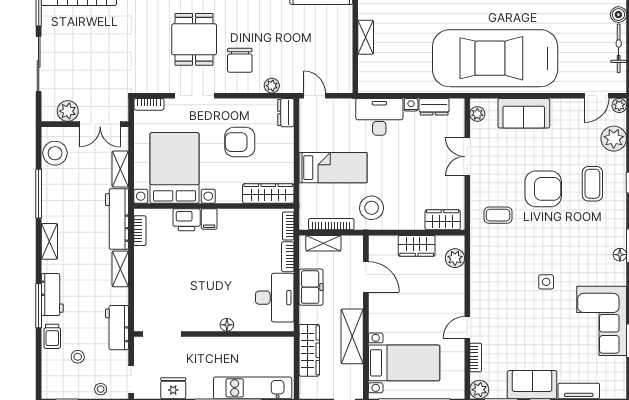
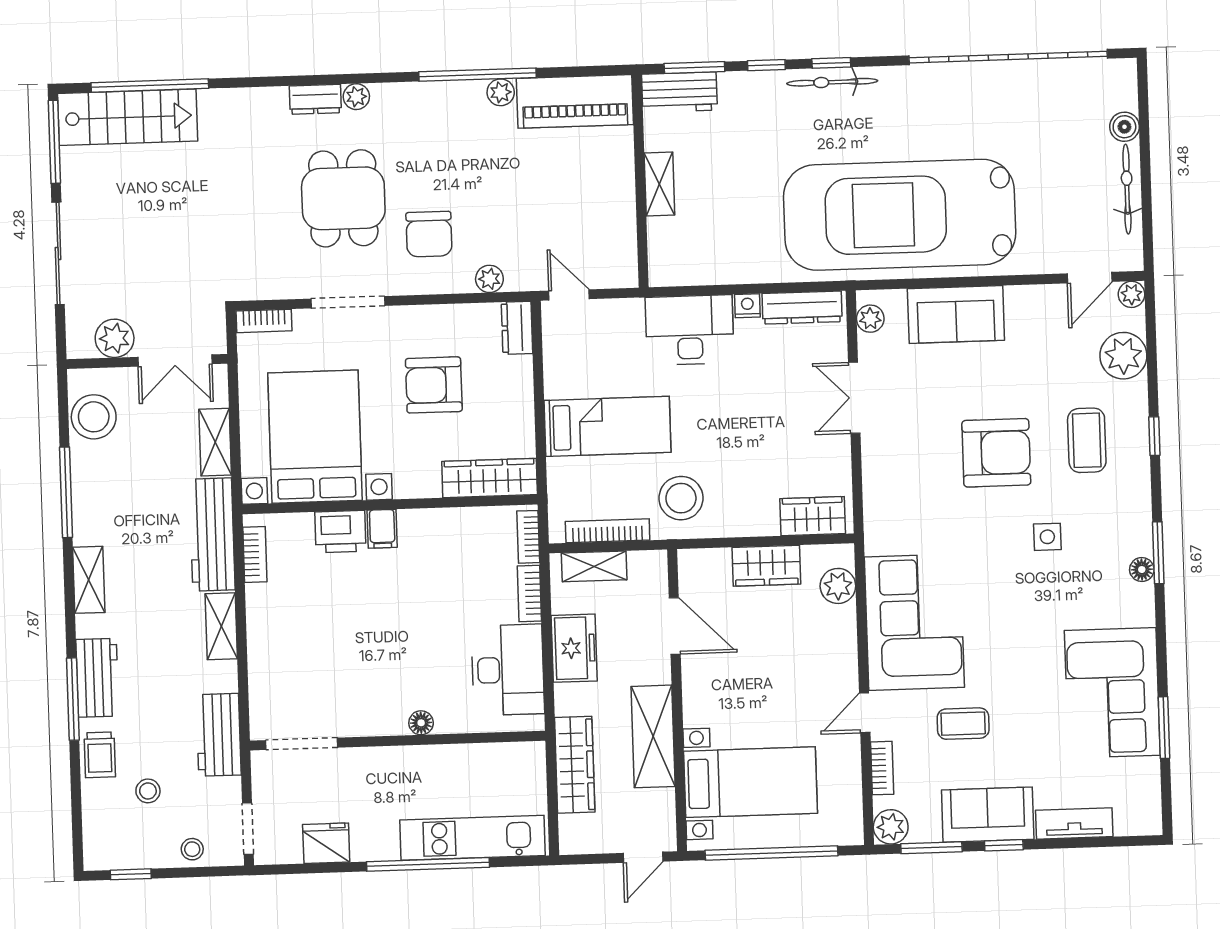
dresser: (434, 107) -> (802, 308), width x1.44
coffee table: (498, 215) -> (963, 724), moved
corner sofa: (496, 279) -> (914, 622), added
side table: (546, 282) -> (1047, 537), moved

